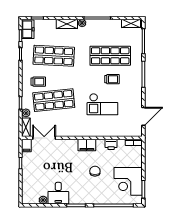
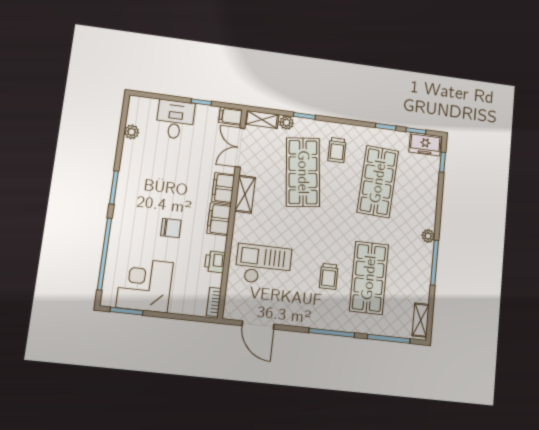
shelving: (67, 24) -> (245, 194), moved
checkout: (102, 104) -> (263, 265), moved, turned 90
double door: (44, 138) -> (240, 148), swing flipped
filing cabinet: (69, 145) -> (223, 188), added
desk: (58, 193) -> (175, 120), moved, turned 90

